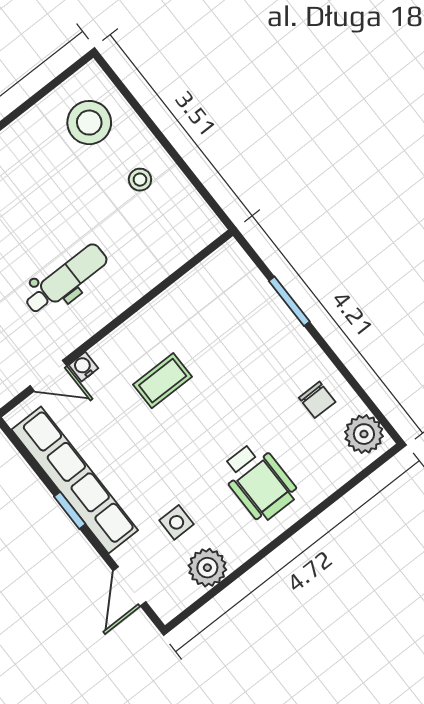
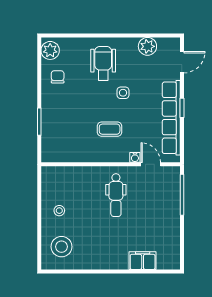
dental chair: (66, 279) -> (116, 195), turned -90
side table: (177, 522) -> (123, 93), moved

